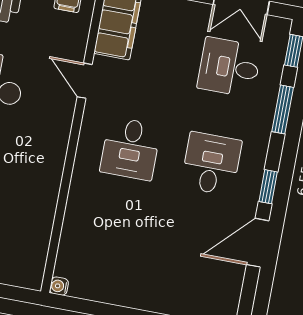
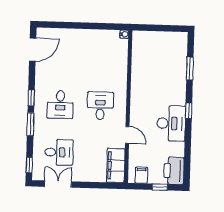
window: (283, 109) -> (30, 124), moved
door: (258, 243) -> (33, 50), moved

